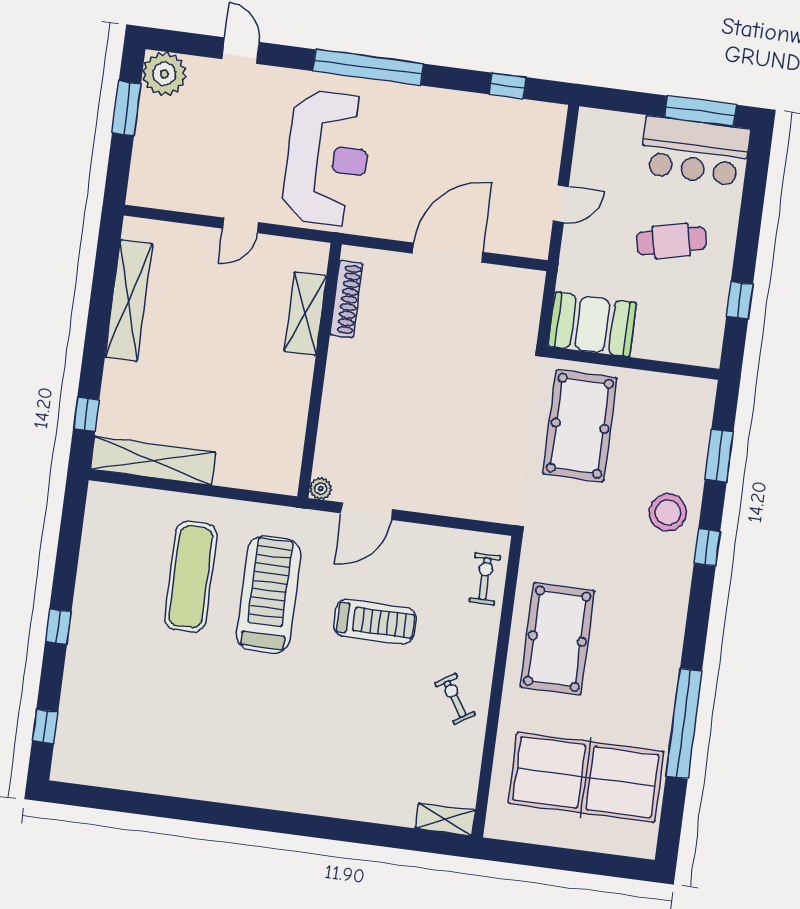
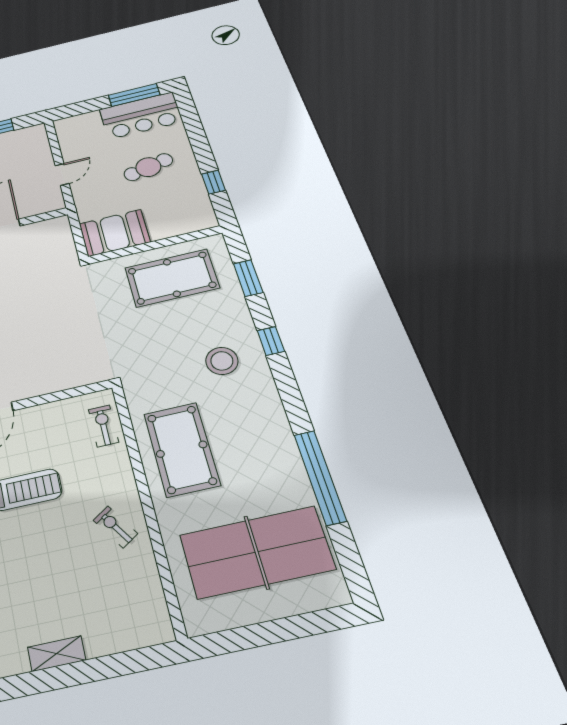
pool table: (580, 426) -> (172, 278), moved, turned 90
stool: (668, 512) -> (222, 361), moved
shelving: (445, 819) -> (57, 654), moved

